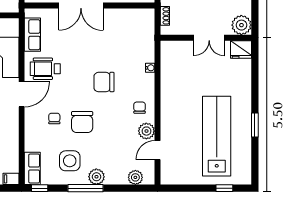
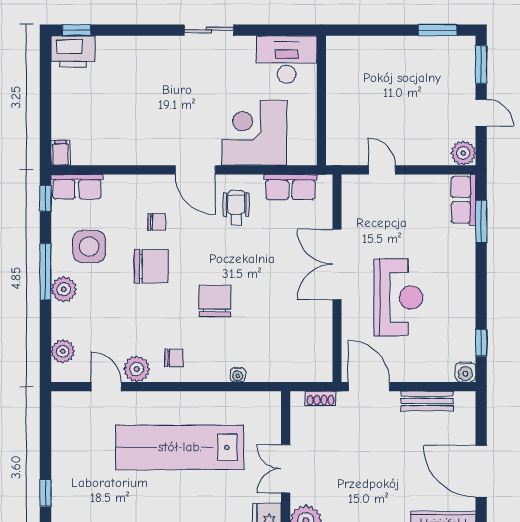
wheelchair: (45, 69) -> (236, 207), width x0.73, depth x0.73
chair: (82, 122) -> (151, 266), turned 180
lab bench: (217, 136) -> (180, 447), moved, turned 180

